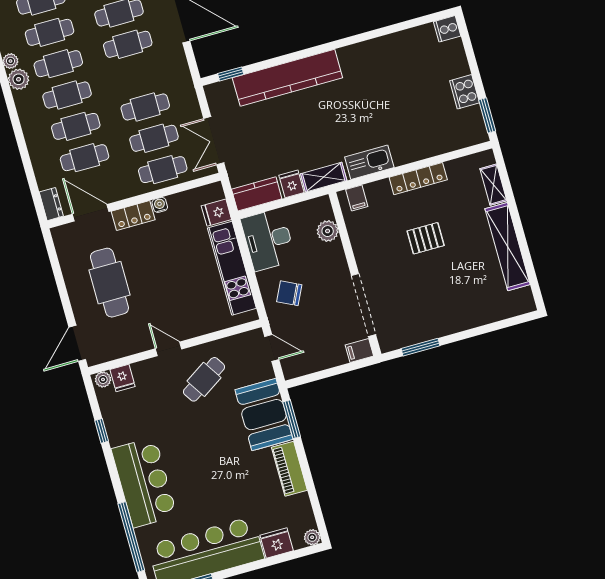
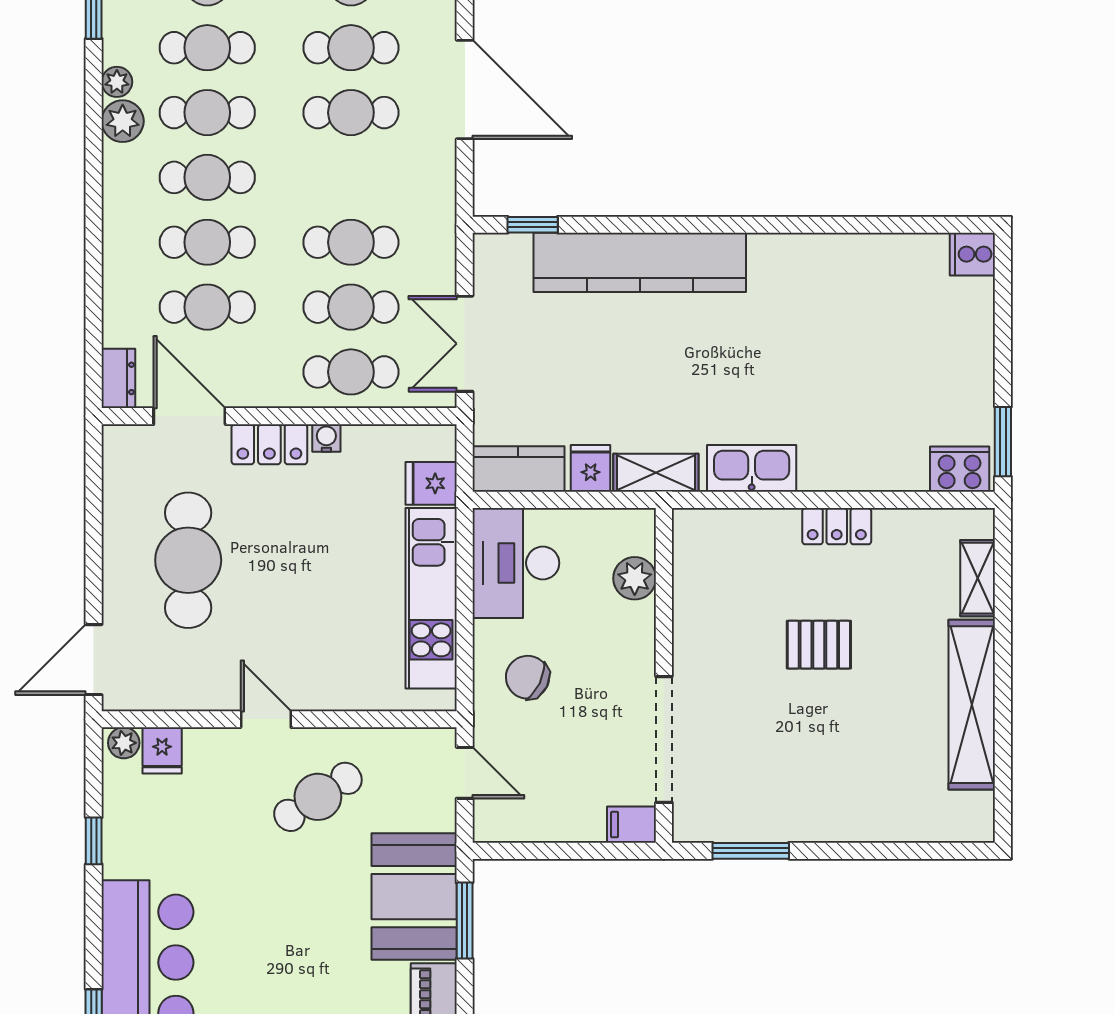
cooker: (465, 92) -> (960, 469), moved, turned 90
locker: (418, 179) -> (837, 526), width x0.66
filing cabinet: (357, 198) -> (708, 530), removed

